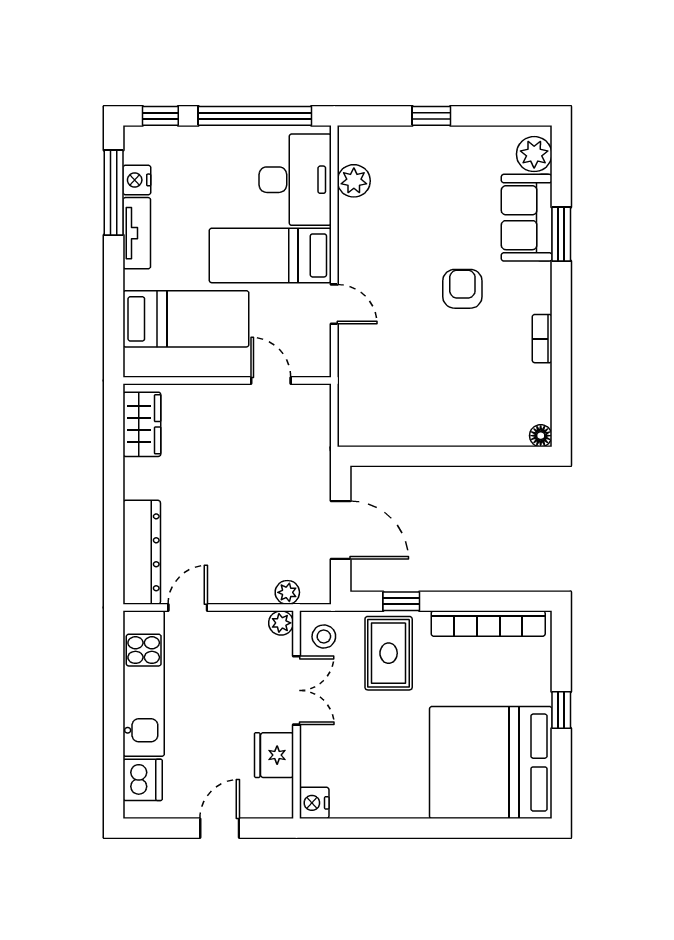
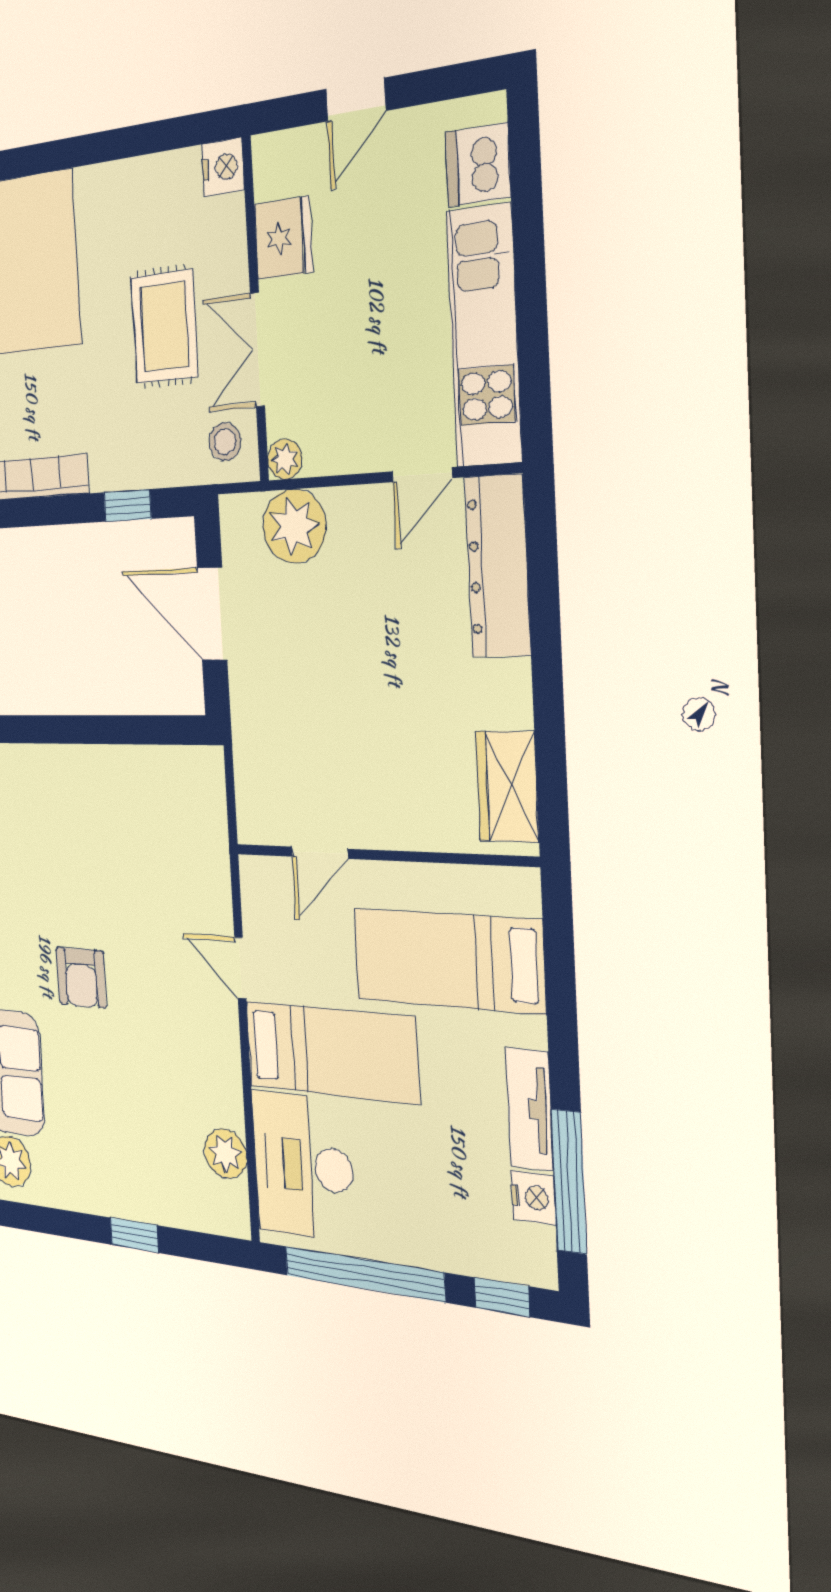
door: (271, 381) -> (320, 853), hinge flipped
plant: (287, 592) -> (294, 526), width x1.87, depth x1.87
rug: (389, 653) -> (164, 327), moved

